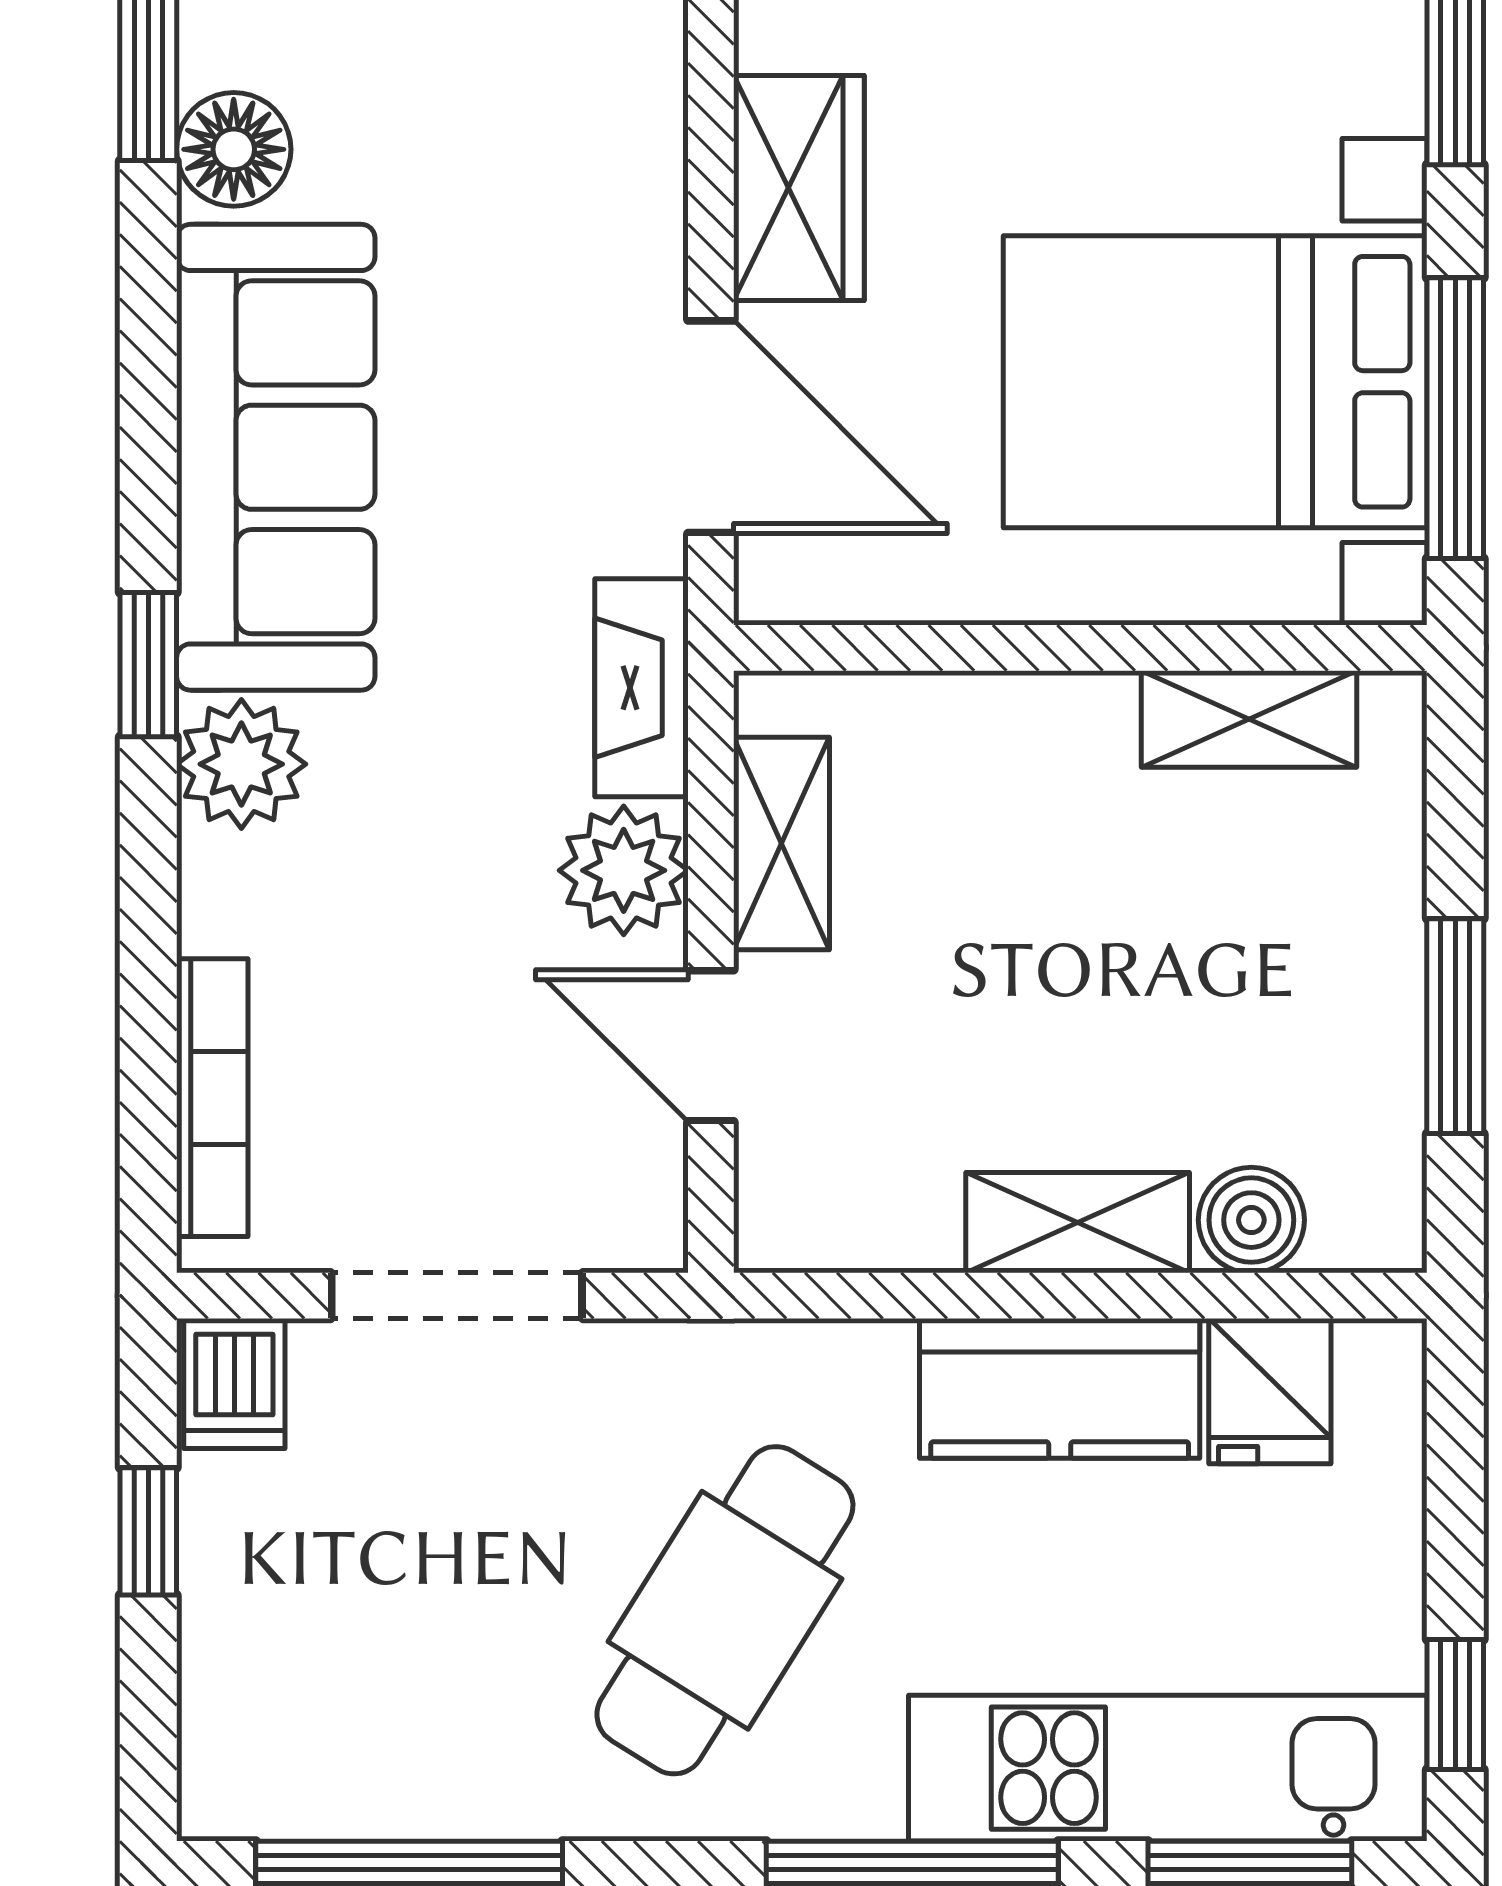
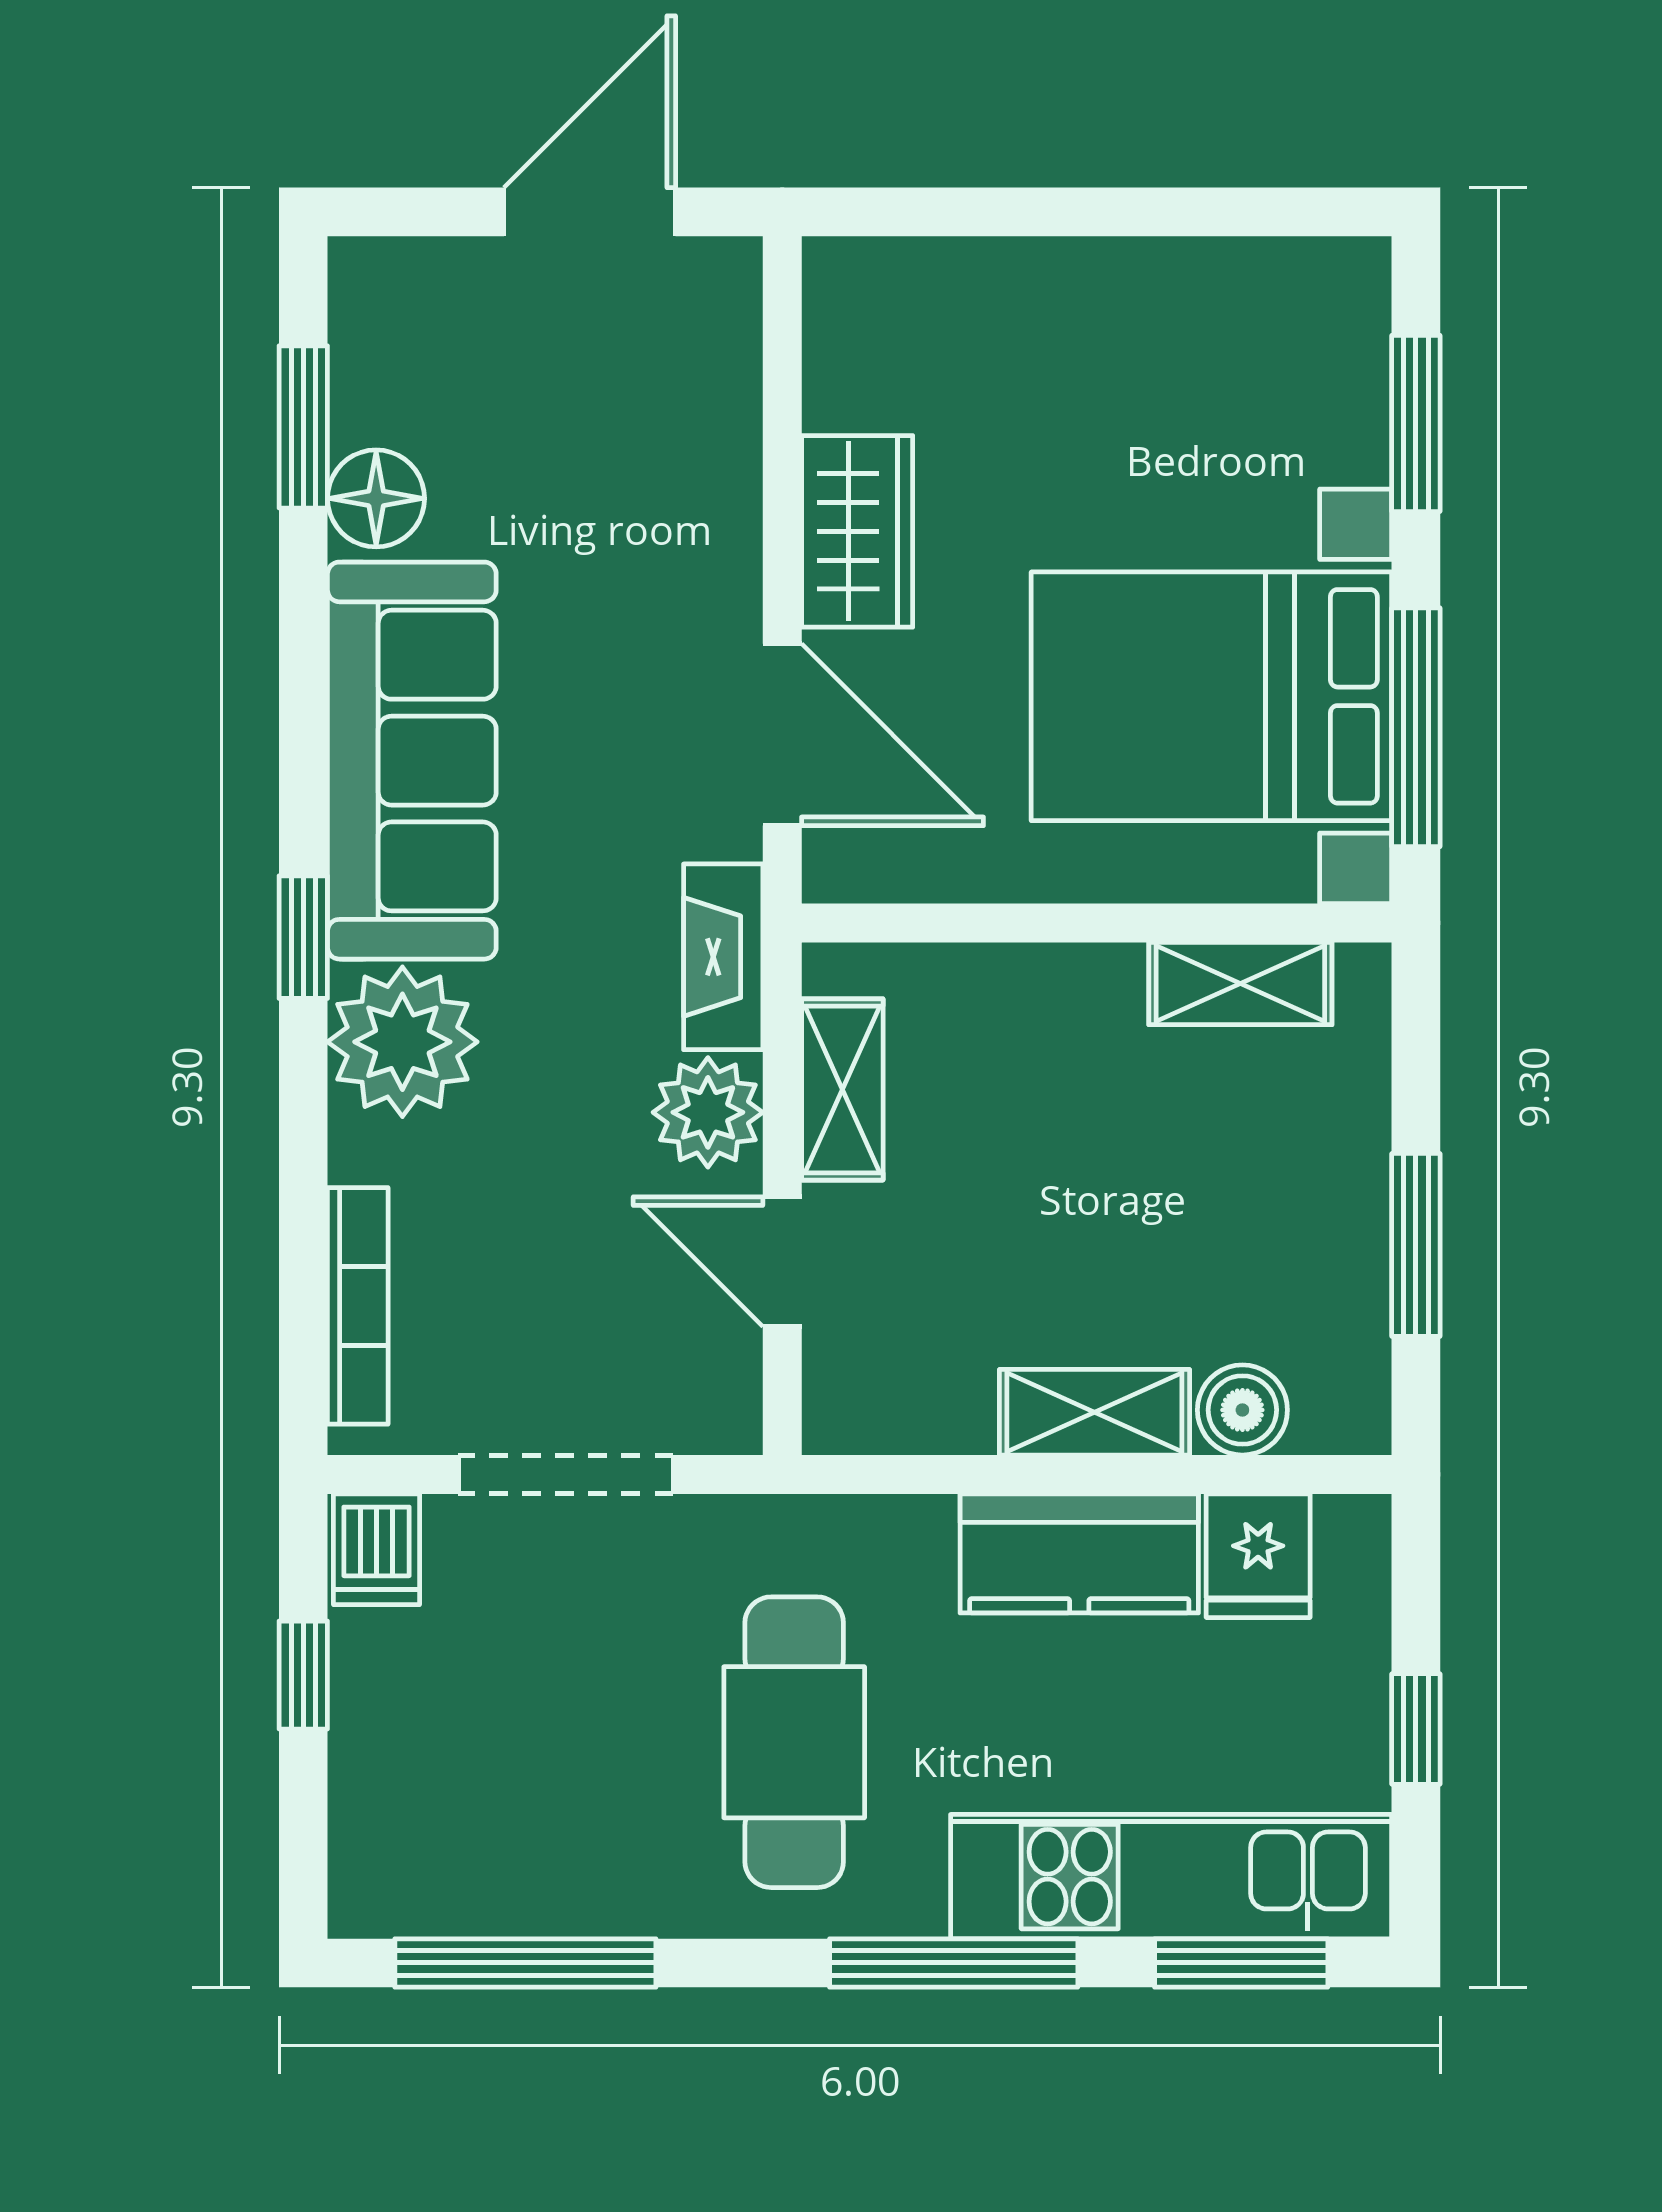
plant: (241, 764) -> (402, 1042), width x1.36, depth x1.36
cafe table: (725, 1610) -> (794, 1742), turned -32
window: (1455, 1705) -> (1416, 1729), moved

